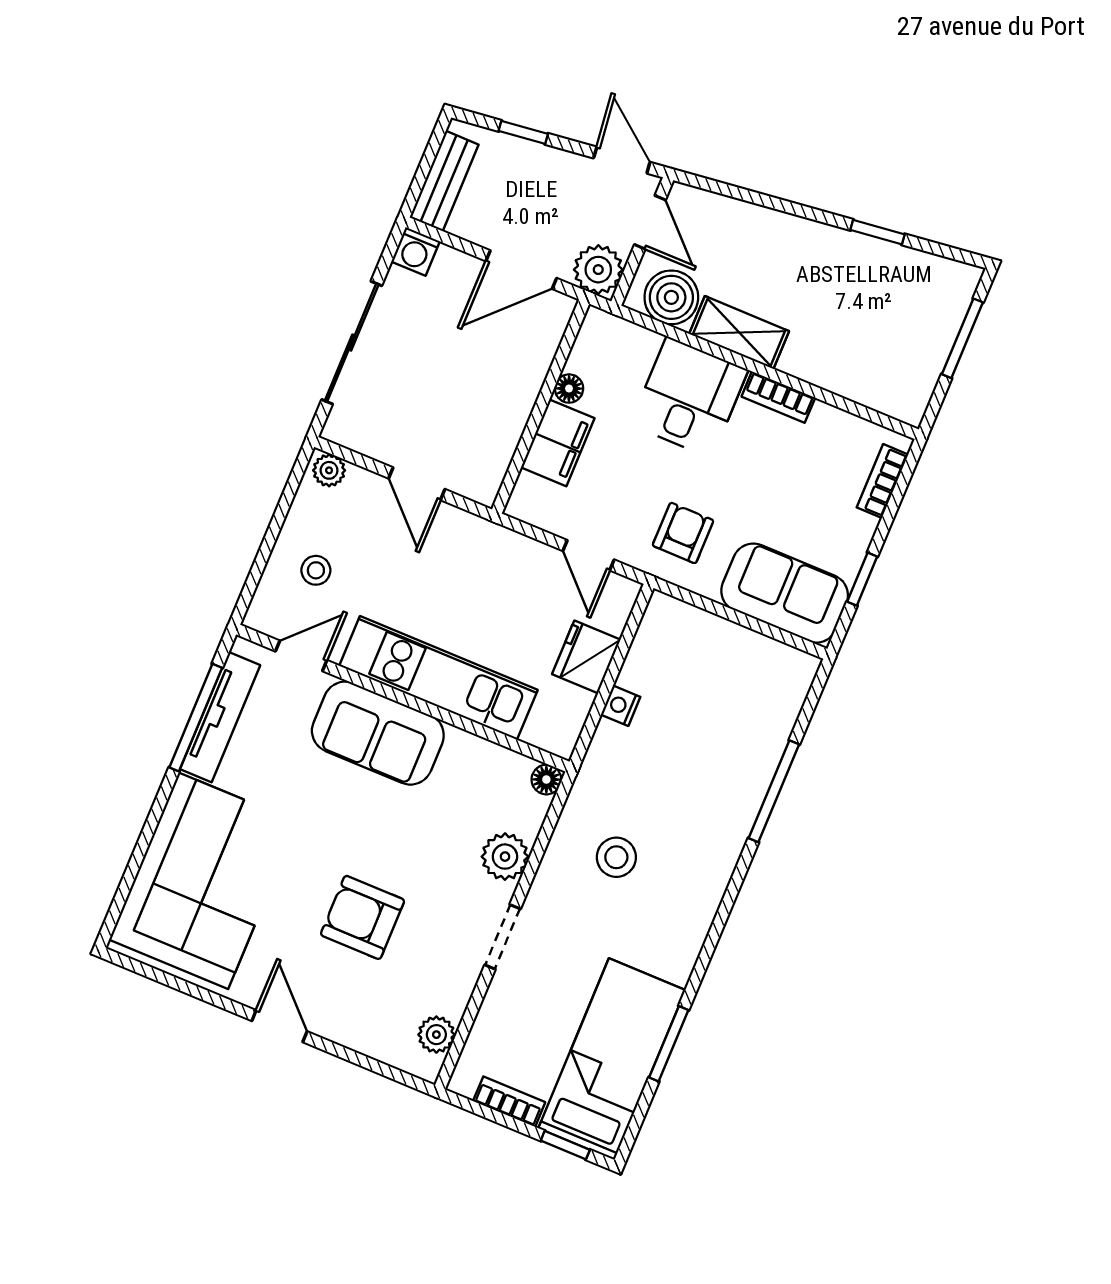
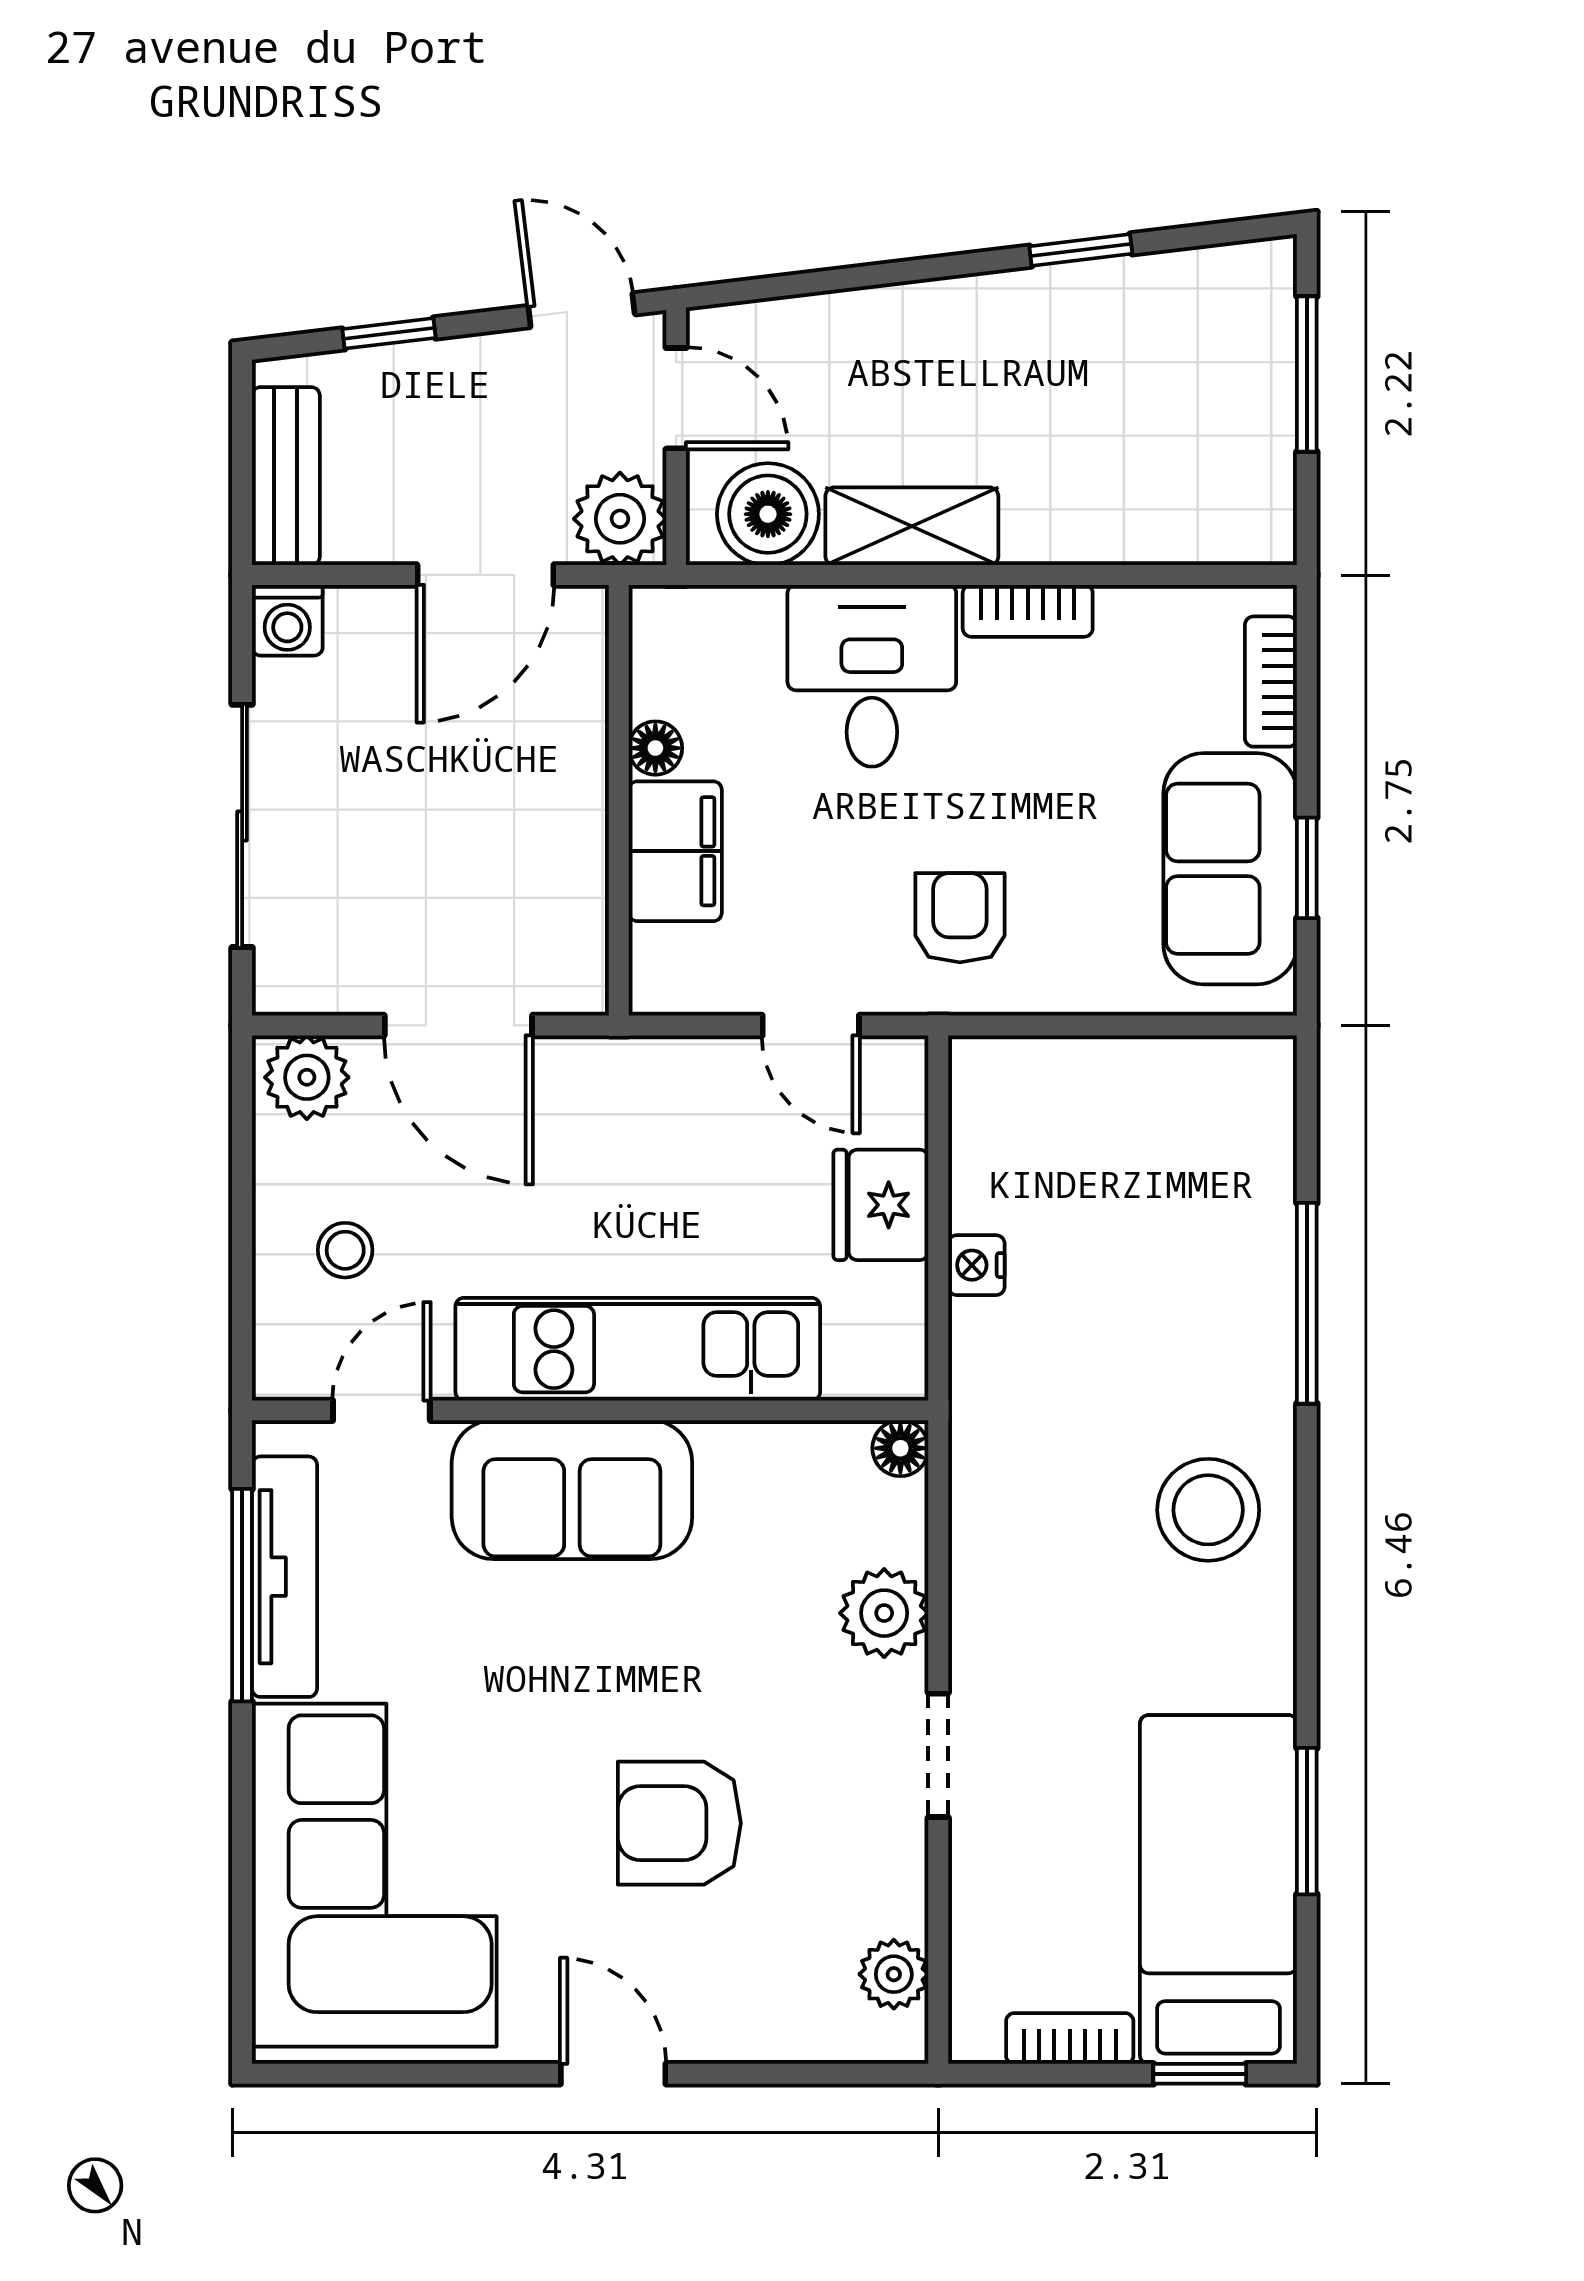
plant: (329, 470) -> (307, 1077), width x1.38, depth x1.38
door: (417, 484) -> (458, 1025), width x1.38
sofa: (785, 593) -> (1230, 869), moved, turned -90
stool: (616, 857) -> (1208, 1510), moved, width x1.38, depth x1.38

